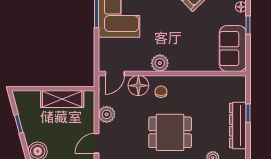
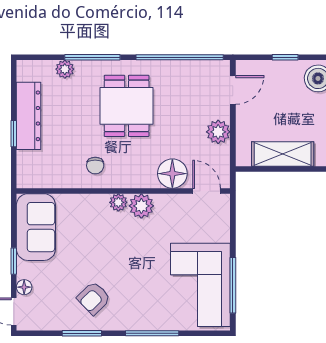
plant: (176, 66) -> (118, 202), added
door: (115, 73) -> (207, 191), hinge flipped
chair: (161, 92) -> (95, 166), moved
dining table: (170, 132) -> (127, 106), turned 90

